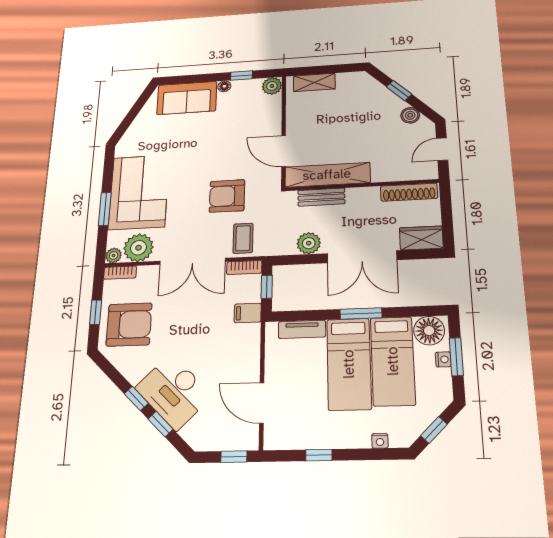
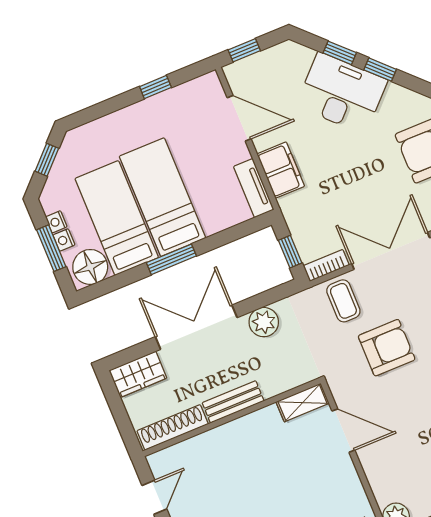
shelving: (327, 175) -> (303, 403), width x0.45, depth x0.75
bench: (321, 197) -> (233, 402), moved
filing cabinet: (248, 313) -> (281, 170), moved, width x2.00
tv unit: (302, 329) -> (254, 188), moved, turned -90
nightstand: (380, 441) -> (56, 222), moved, turned -90

